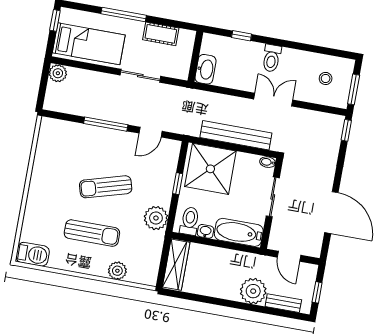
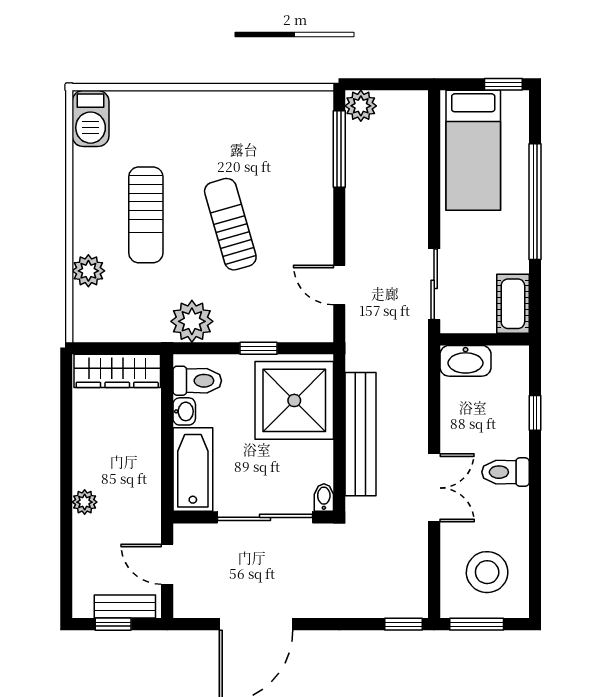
window: (124, 15) -> (535, 202), width x1.46
cot: (161, 34) -> (513, 304), moved
plant: (58, 73) -> (361, 106), moved
sliding door: (140, 76) -> (434, 284), moved
stool: (326, 78) -> (487, 572), width x1.89, depth x1.89
window: (106, 124) -> (339, 149), moved
sliding door: (273, 197) -> (265, 517), width x1.37
door: (289, 256) -> (167, 564), hinge flipped
plant: (253, 291) -> (85, 502), width x0.53, depth x0.53
bench: (283, 303) -> (125, 607), moved, turned 90

